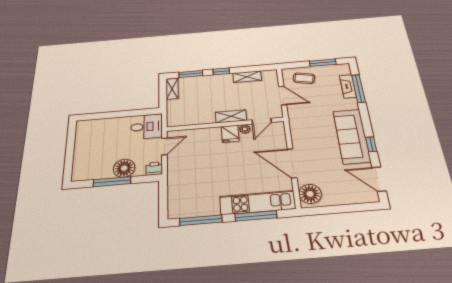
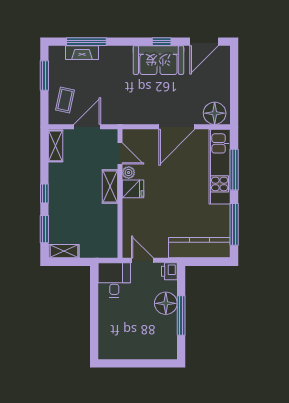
shelving: (247, 77) -> (56, 146), moved
sofa: (352, 136) -> (158, 60), width x0.73
kitchen counter: (177, 192) -> (199, 248), added

